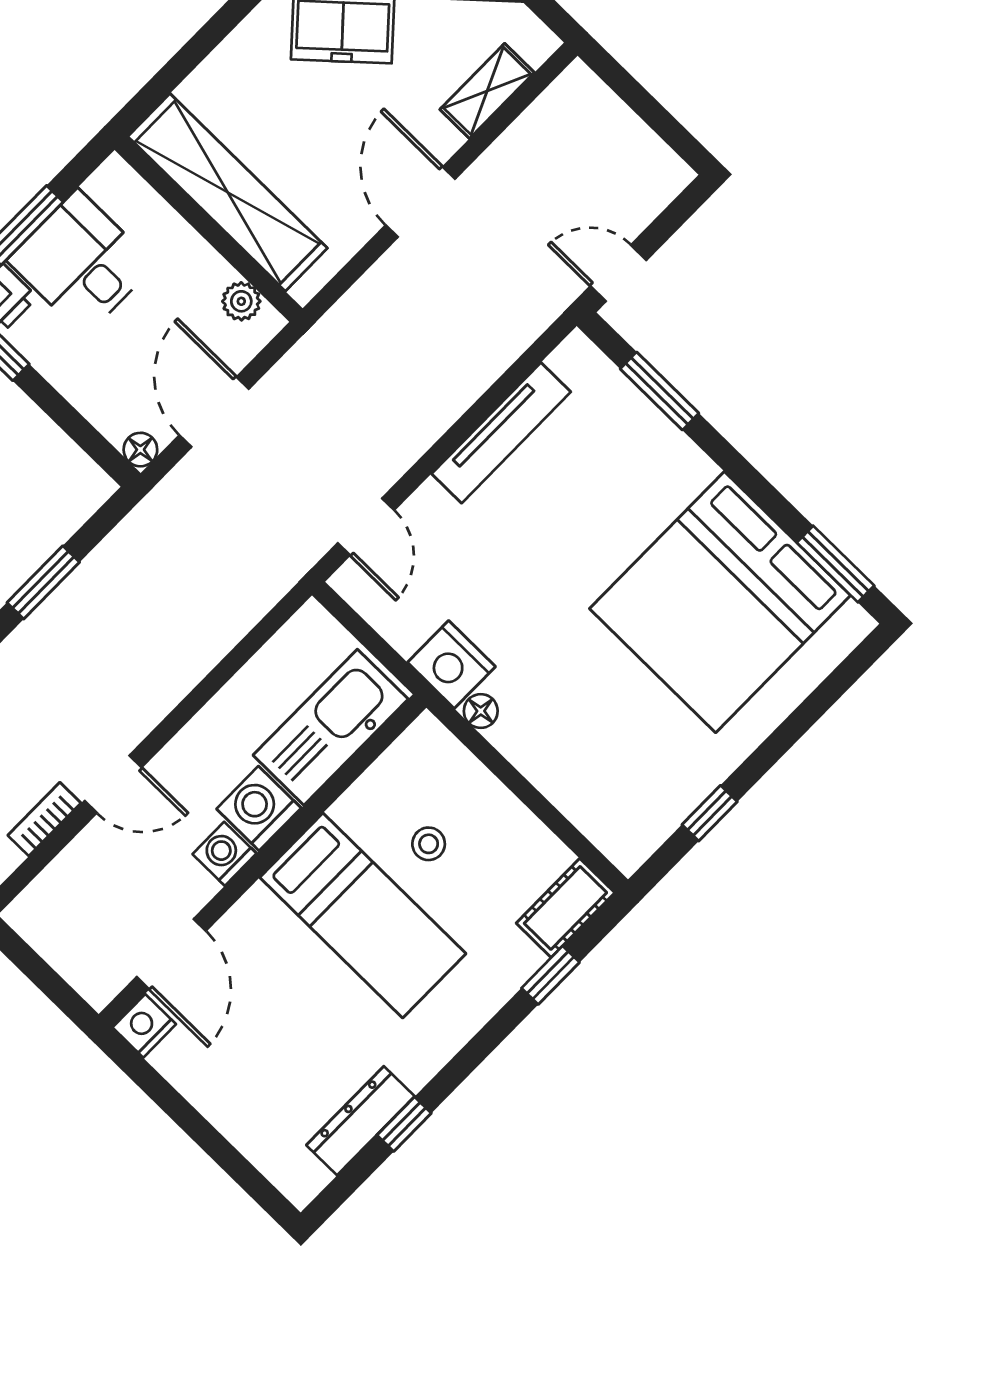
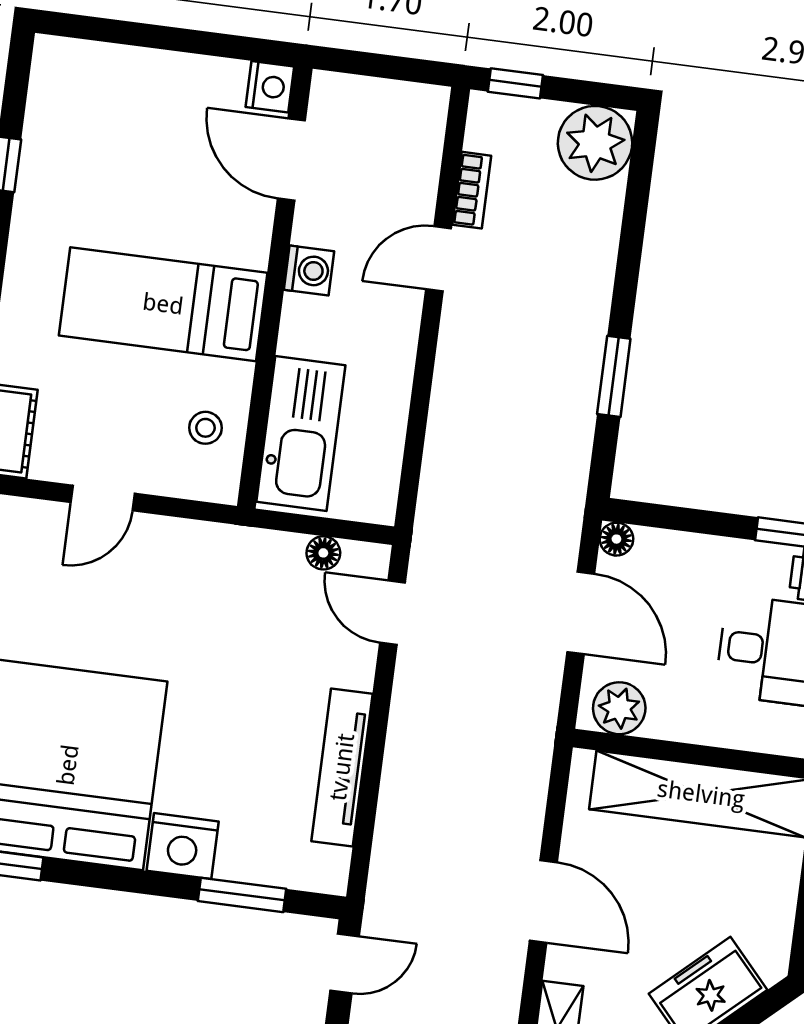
plant: (241, 301) -> (619, 708), width x1.38, depth x1.38
nightstand: (451, 664) -> (183, 846), moved, turned 180
floor lamp: (481, 711) -> (323, 553), moved
door: (530, 796) -> (103, 498), added
washing machine: (259, 808) -> (309, 327), removed
stool: (429, 844) -> (205, 428), moved
dresser: (360, 1121) -> (42, 141), removed

